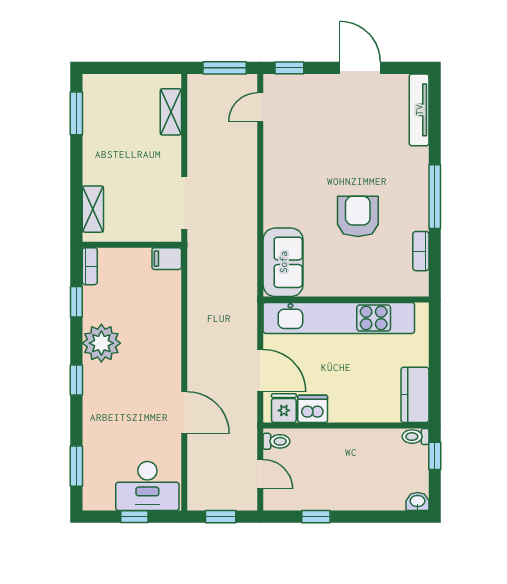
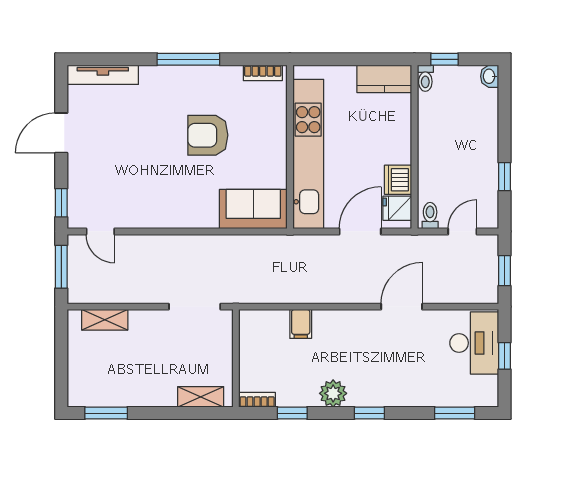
bookcase: (421, 251) -> (263, 73), moved
filing cabinet: (167, 259) -> (301, 324), moved
plant: (101, 343) -> (333, 393), width x0.73, depth x0.73

